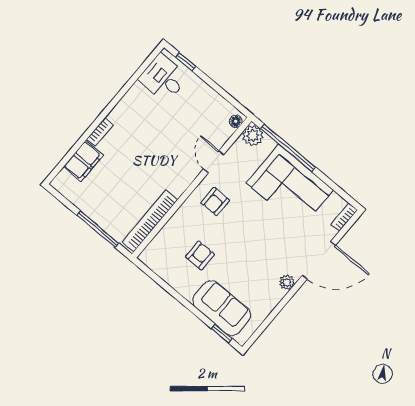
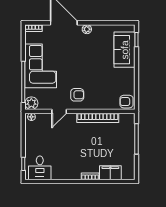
bookcase: (150, 221) -> (98, 118), moved
armchair: (200, 256) -> (127, 102), moved

